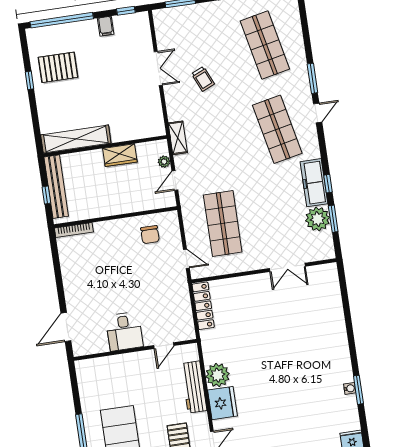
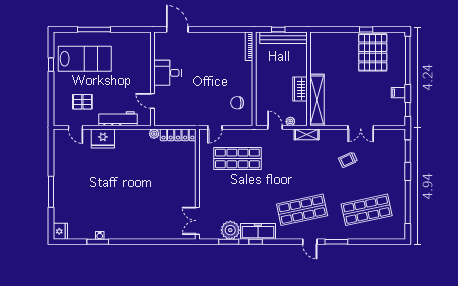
pallet: (58, 67) -> (373, 52), width x1.37, depth x1.41
shelving: (76, 139) -> (317, 100), moved
double door: (287, 267) -> (197, 221), moved
plant: (218, 375) -> (154, 134), moved, width x0.53, depth x0.53

